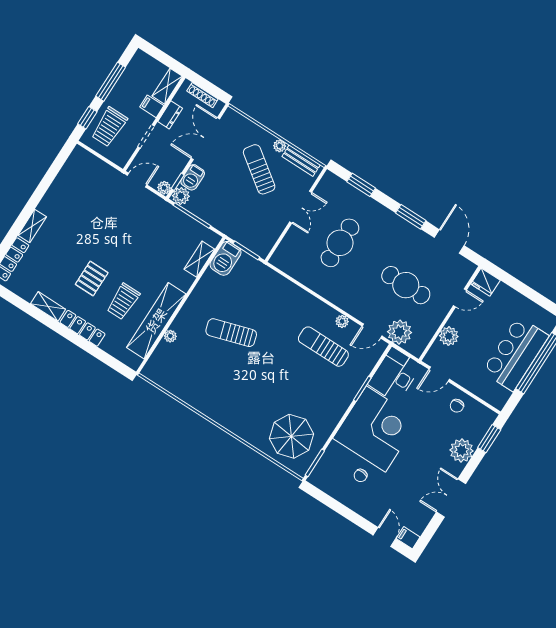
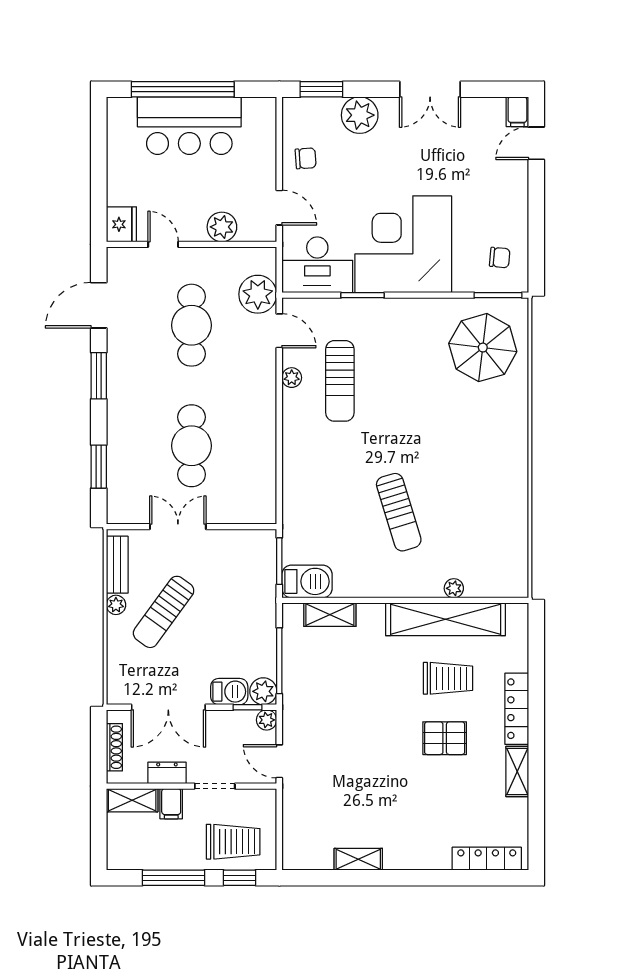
shelving: (32, 226) -> (358, 859), moved
cafe table: (340, 243) -> (192, 446), turned 90
chair: (361, 475) -> (500, 258), moved

